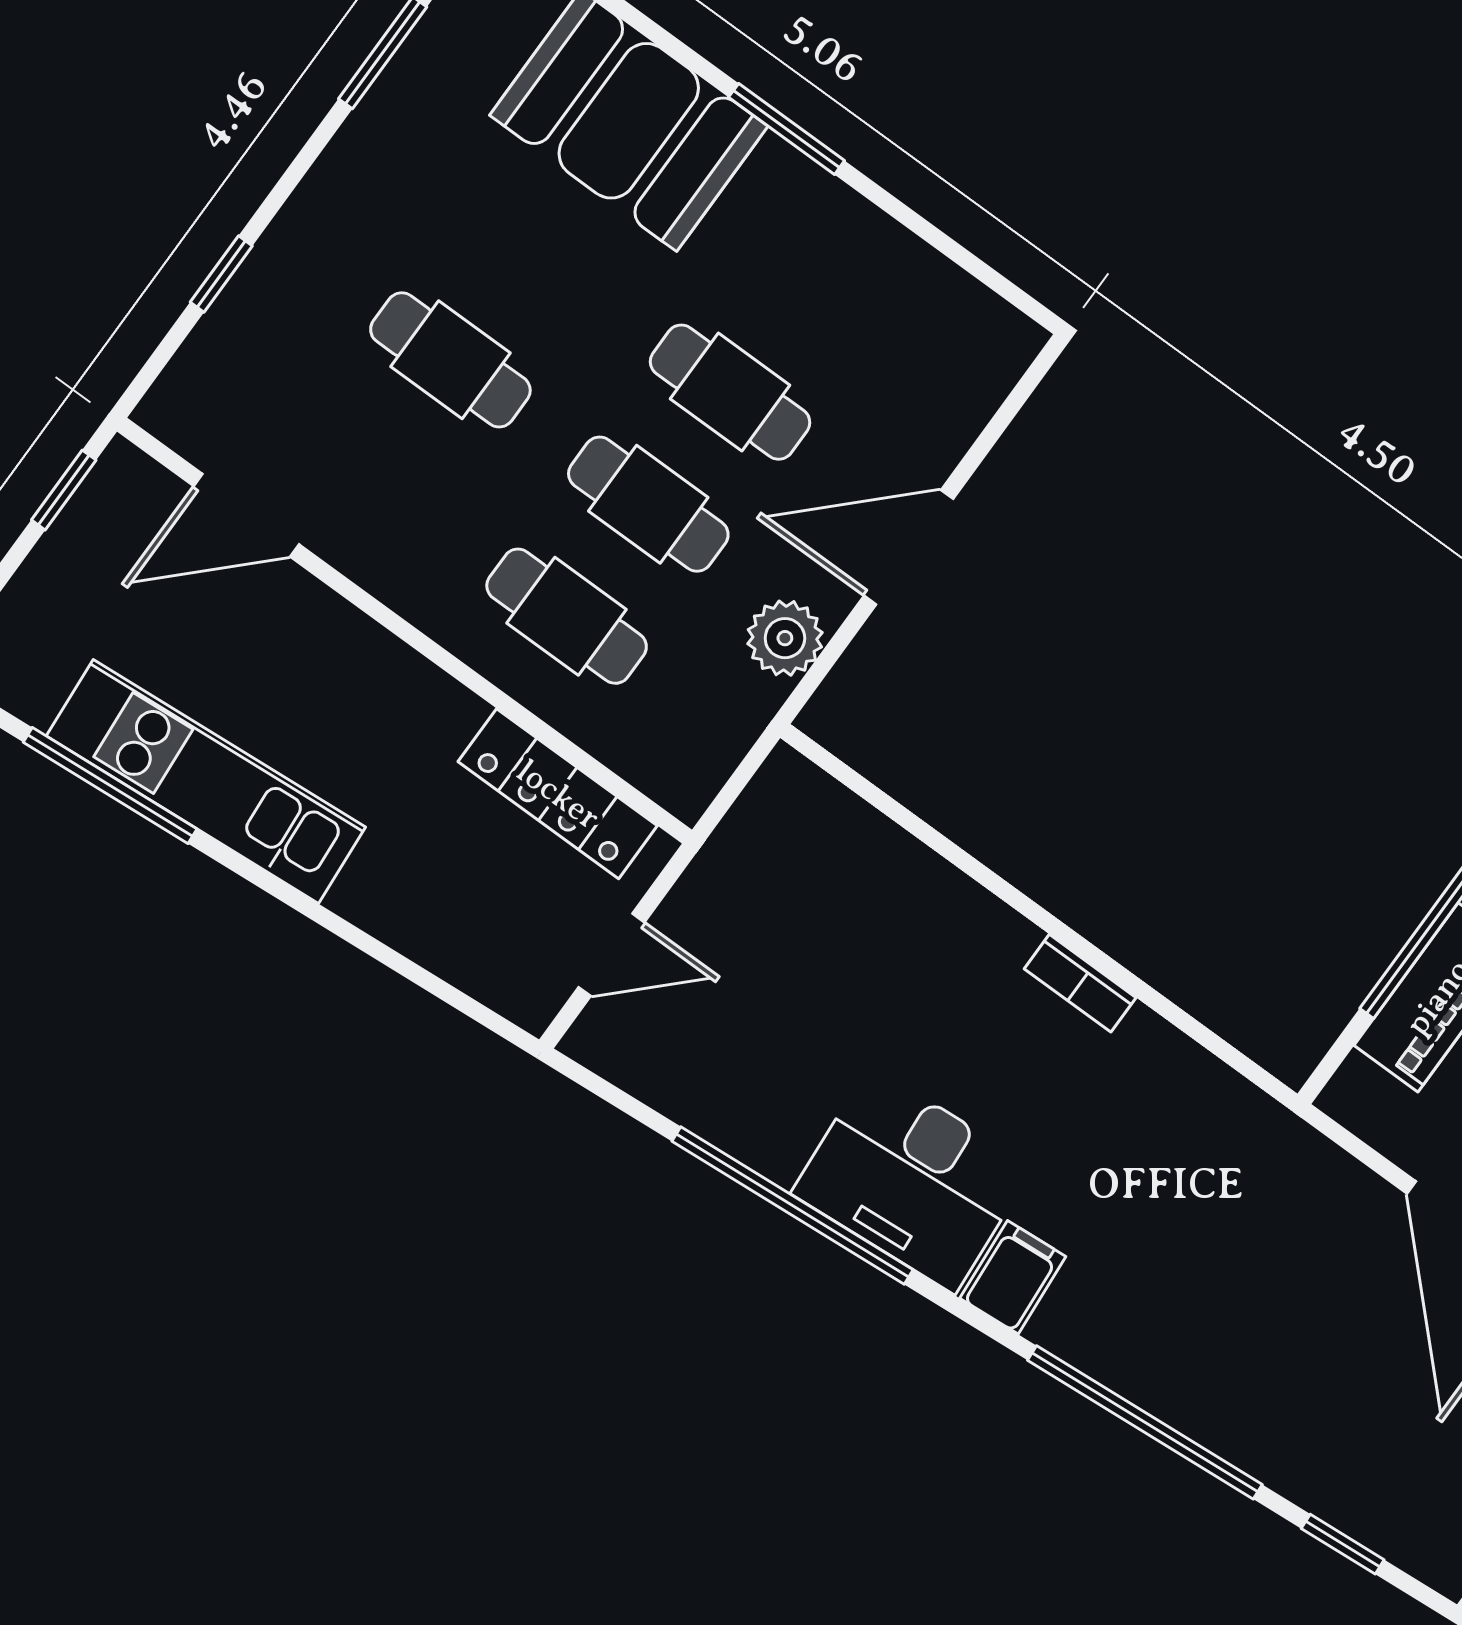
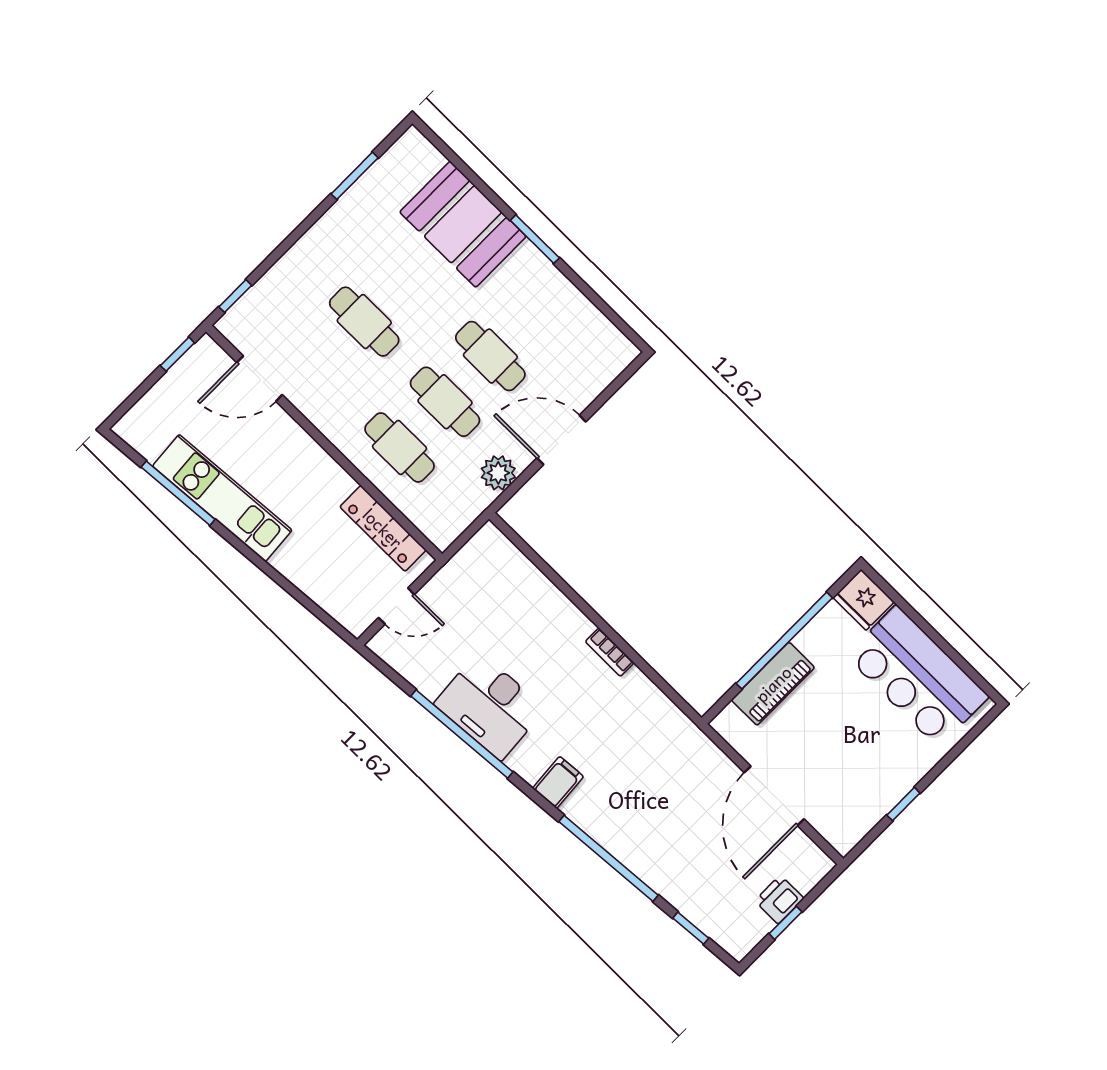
window: (221, 274) -> (235, 296), moved
desk: (912, 1180) -> (490, 706), moved

